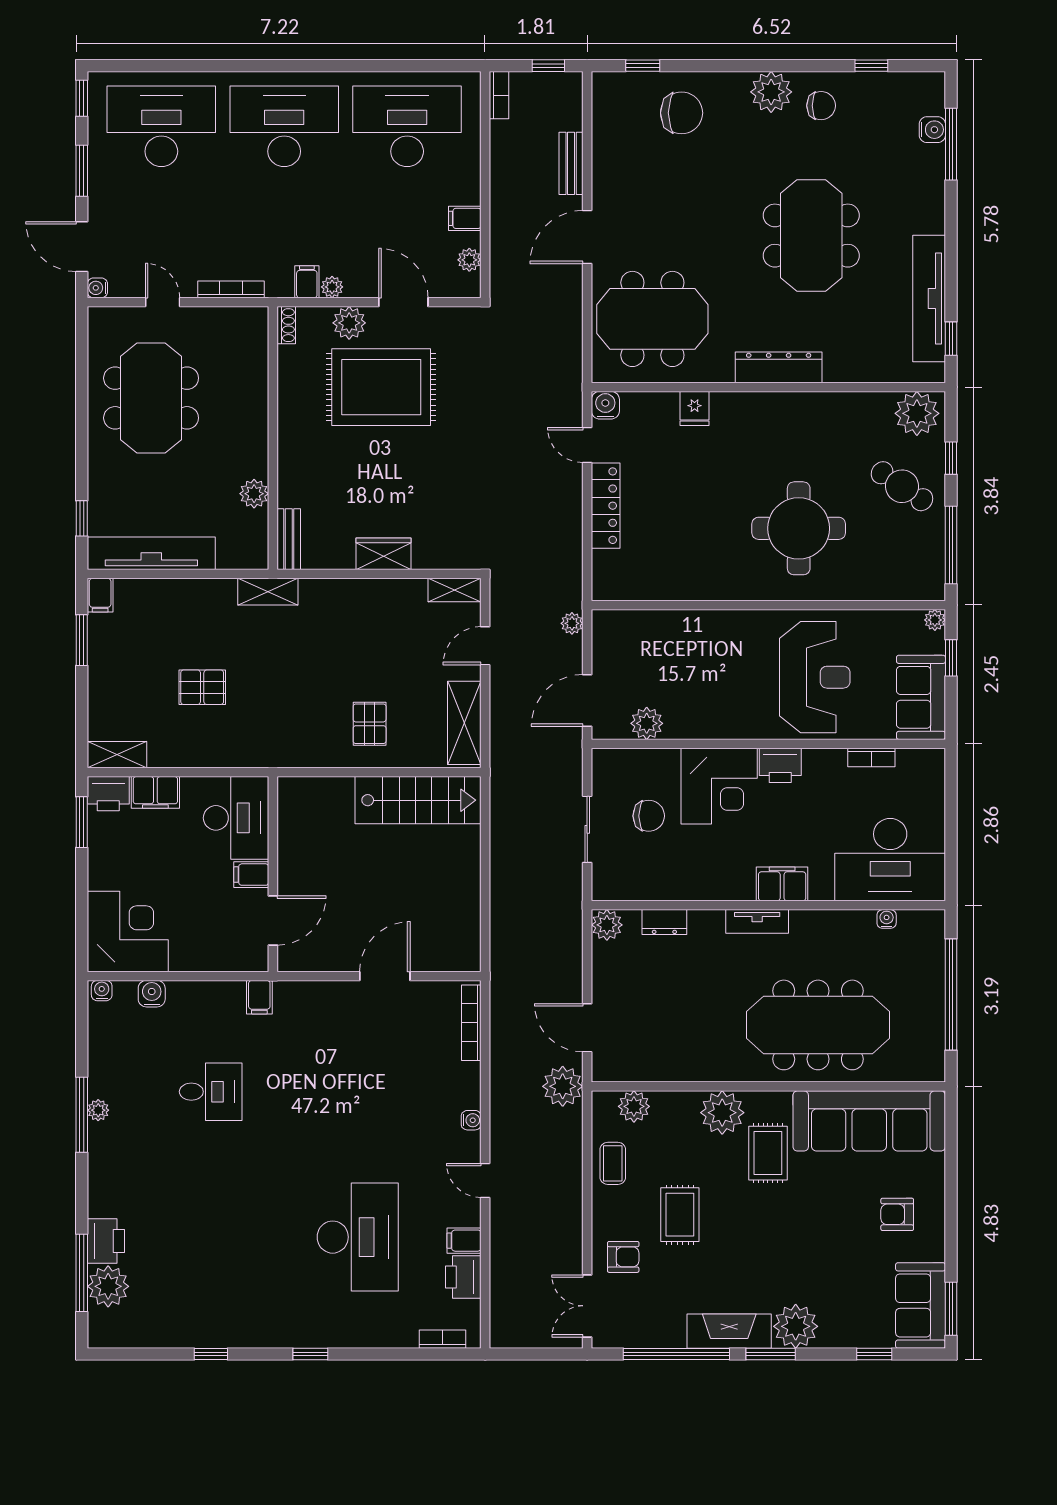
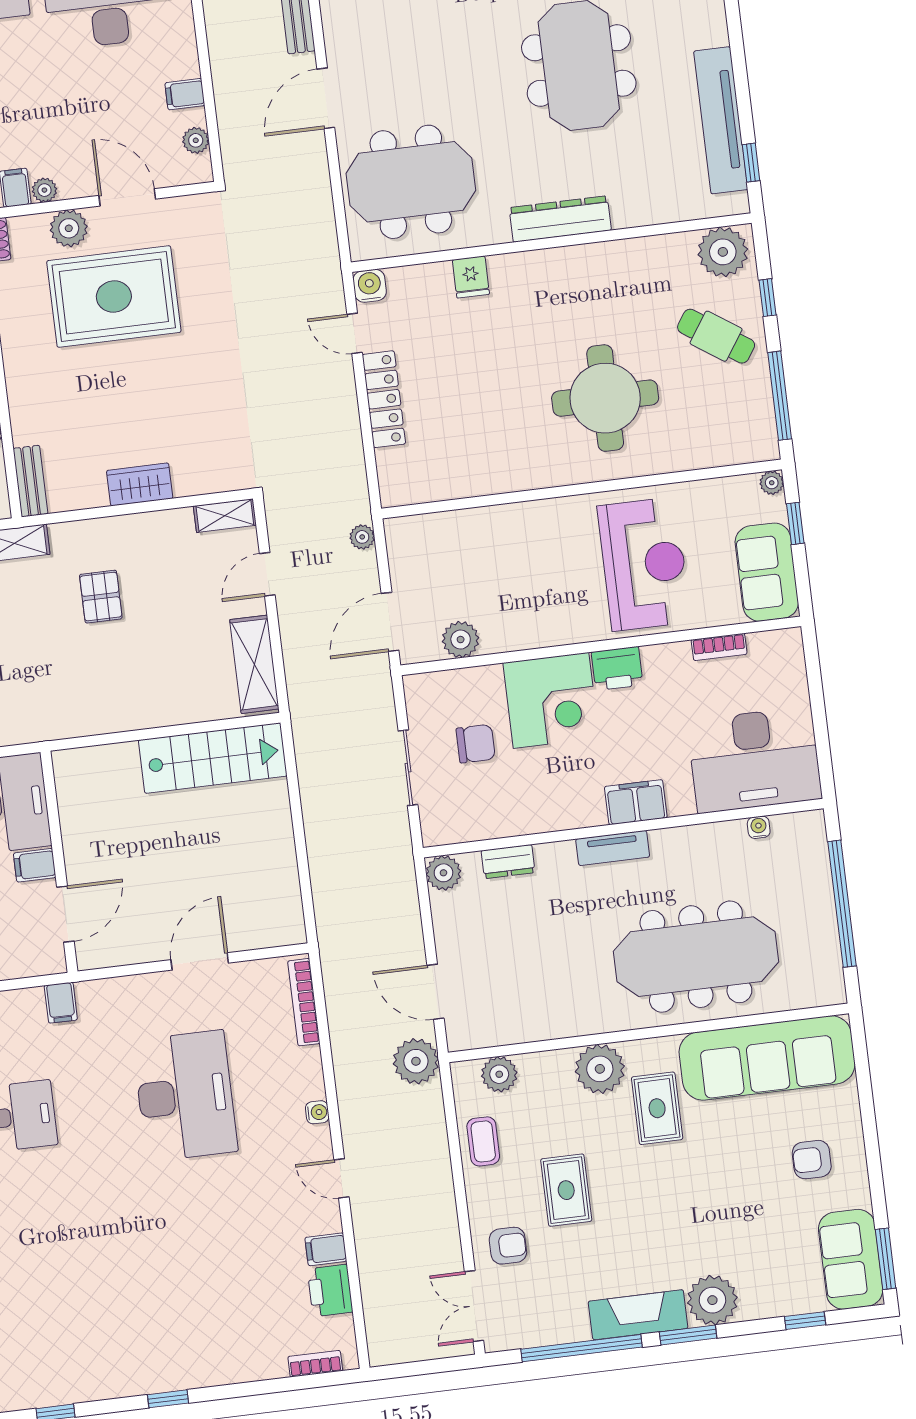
pallet: (370, 724) -> (101, 597), moved
desk: (358, 1237) -> (185, 1096), moved

